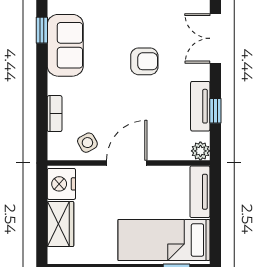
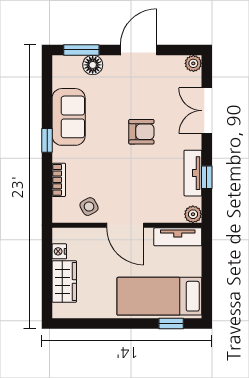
window: (42, 30) -> (47, 140), moved
door: (127, 163) -> (125, 225), swing flipped
nightstand: (61, 184) -> (59, 251), width x0.53, depth x0.56
tv unit: (200, 192) -> (178, 237), moved, turned -90

